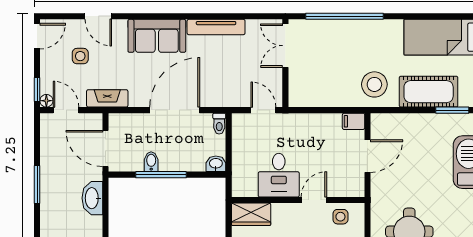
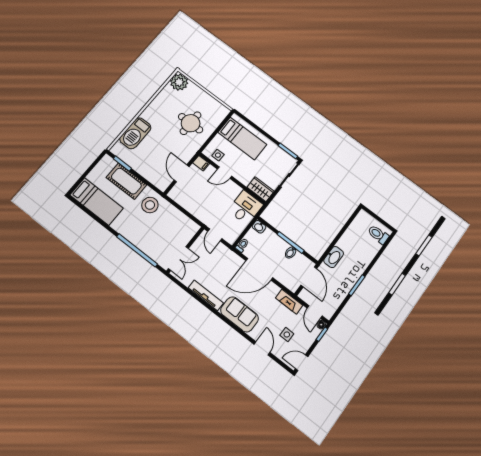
filing cabinet: (354, 121) -> (201, 163), moved
door: (367, 156) -> (182, 173), hinge flipped
desk: (279, 175) -> (245, 208), moved

